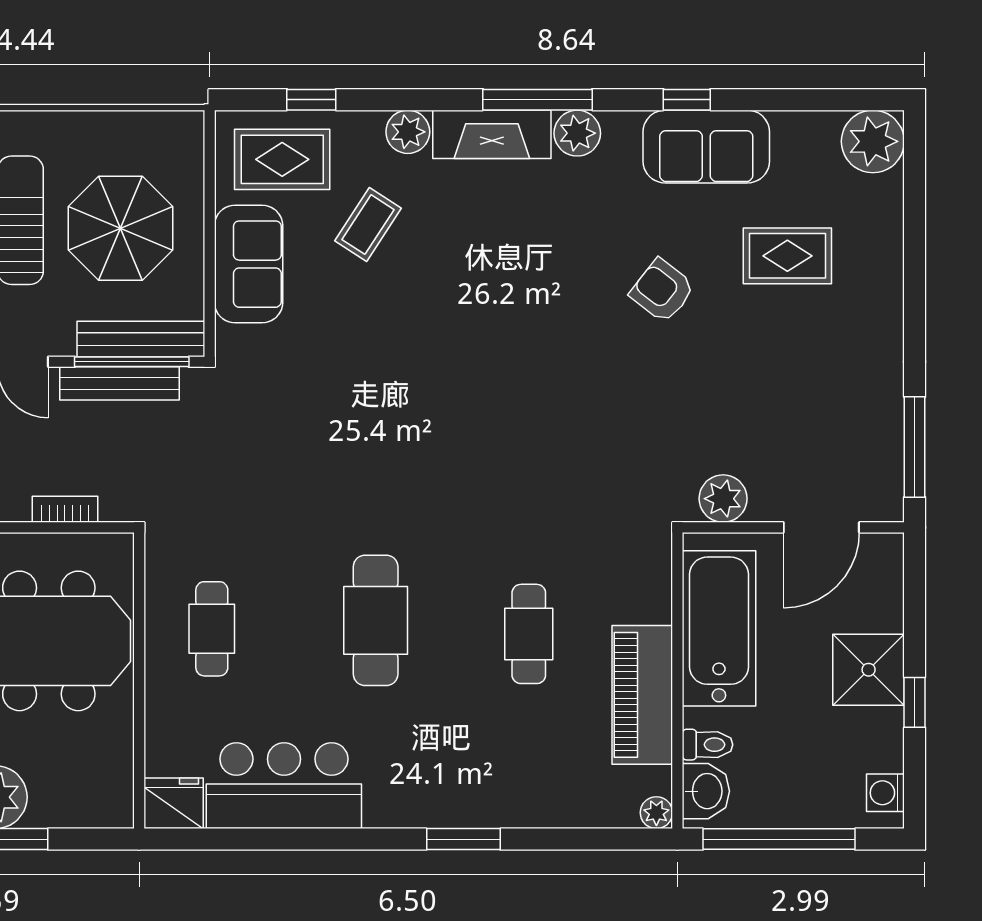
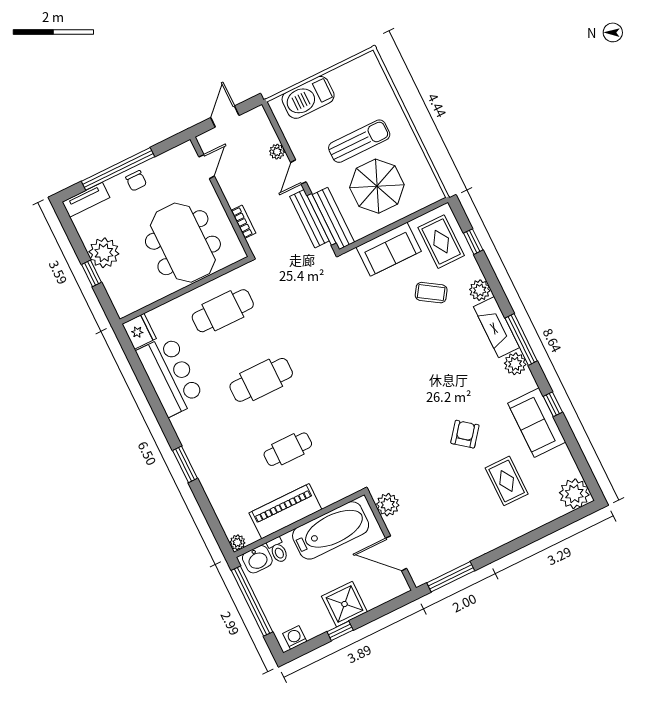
cafe table: (212, 629) -> (223, 311), width x1.37, depth x1.35

